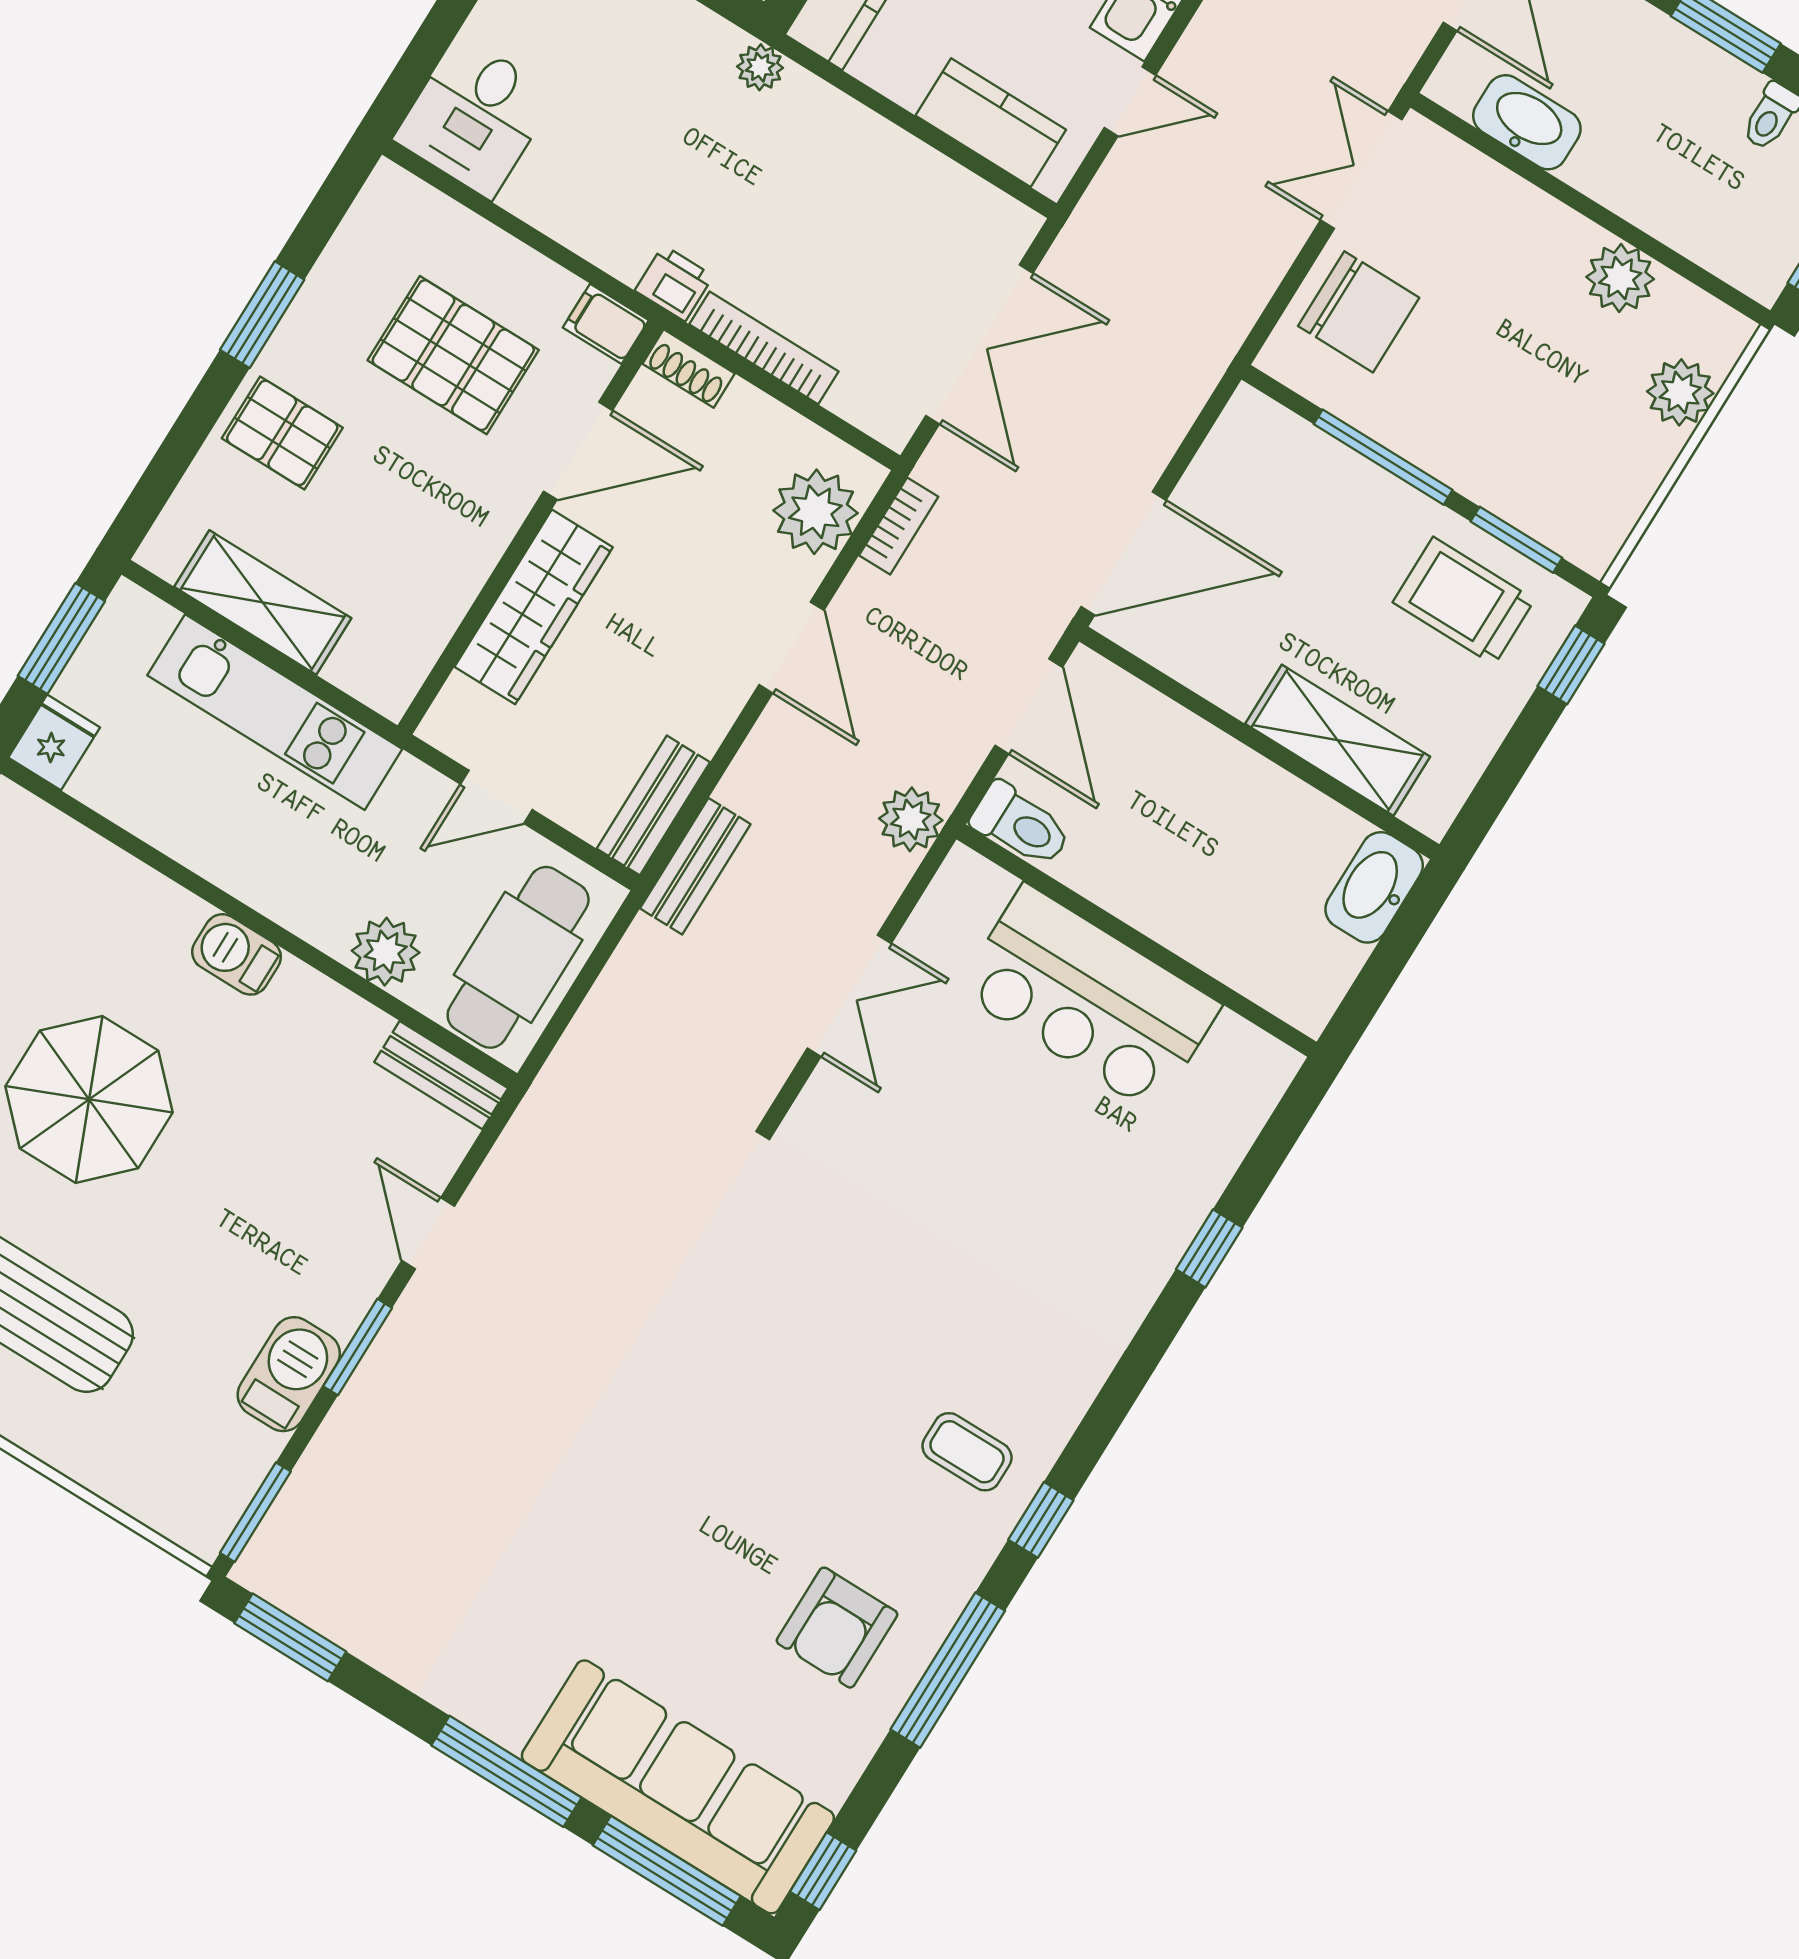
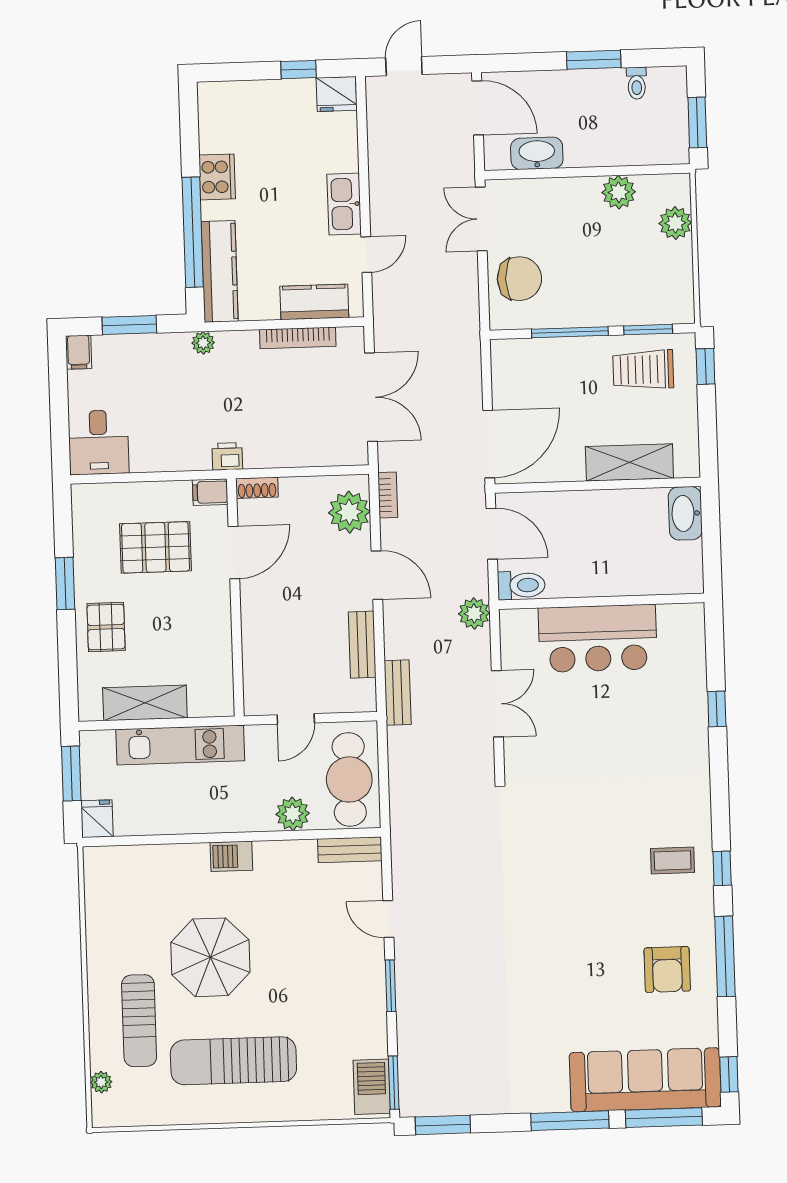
bookcase: (764, 348) -> (298, 338), moved, turned 180
pallet: (282, 433) -> (106, 627), turned 90
wardrobe: (534, 607) -> (259, 630), removed
bench: (653, 805) -> (362, 645), moved
barbecue: (289, 1374) -> (372, 1087), moved

